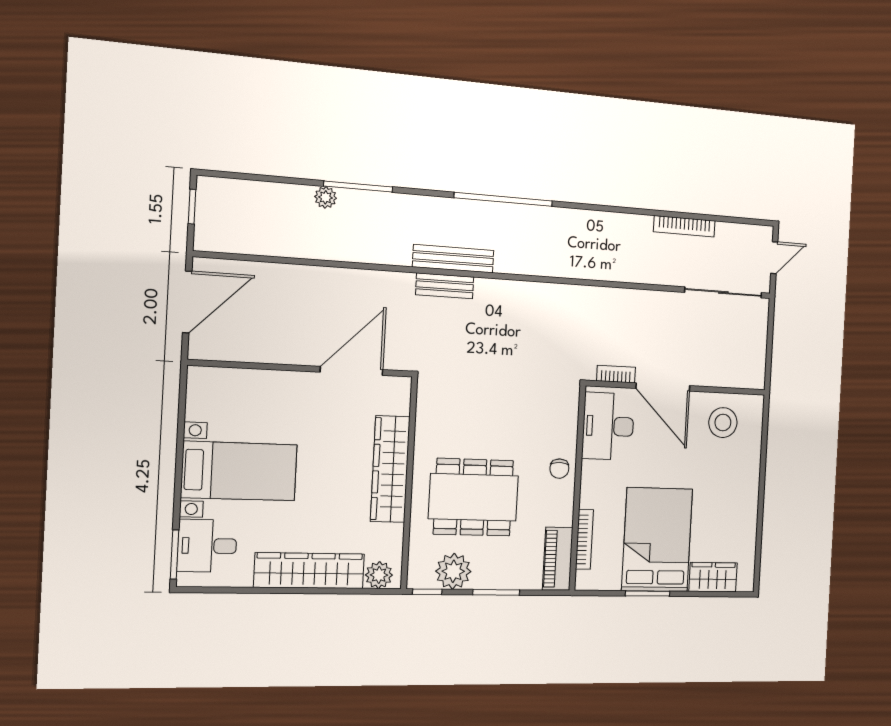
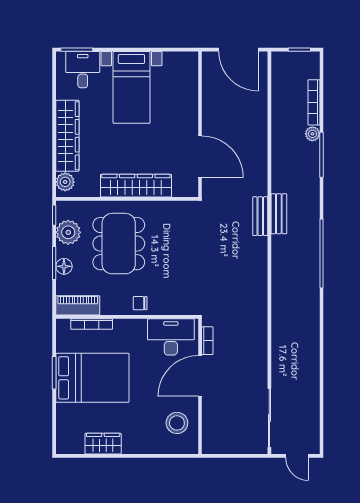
bookcase: (684, 226) -> (314, 102), moved
bench: (453, 259) -> (279, 214), width x0.73
wardrobe: (713, 577) -> (103, 444), moved, turned -90
floor lamp: (502, 578) -> (64, 266), added

